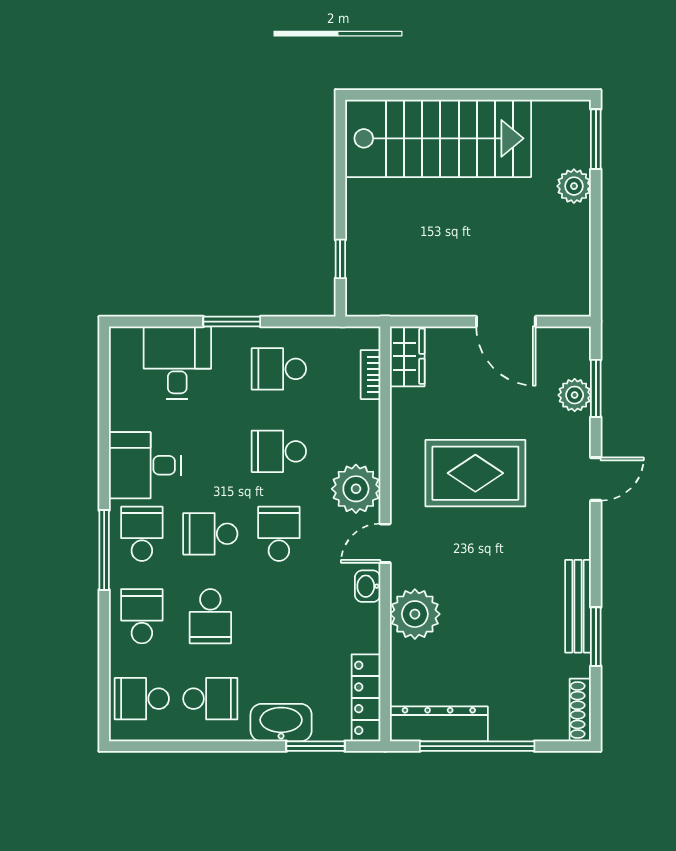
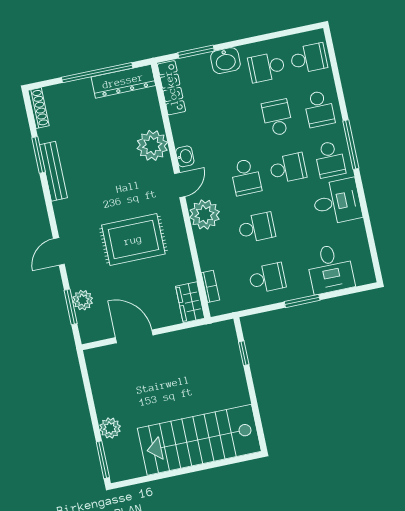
washbasin: (281, 723) -> (225, 61), width x0.72

